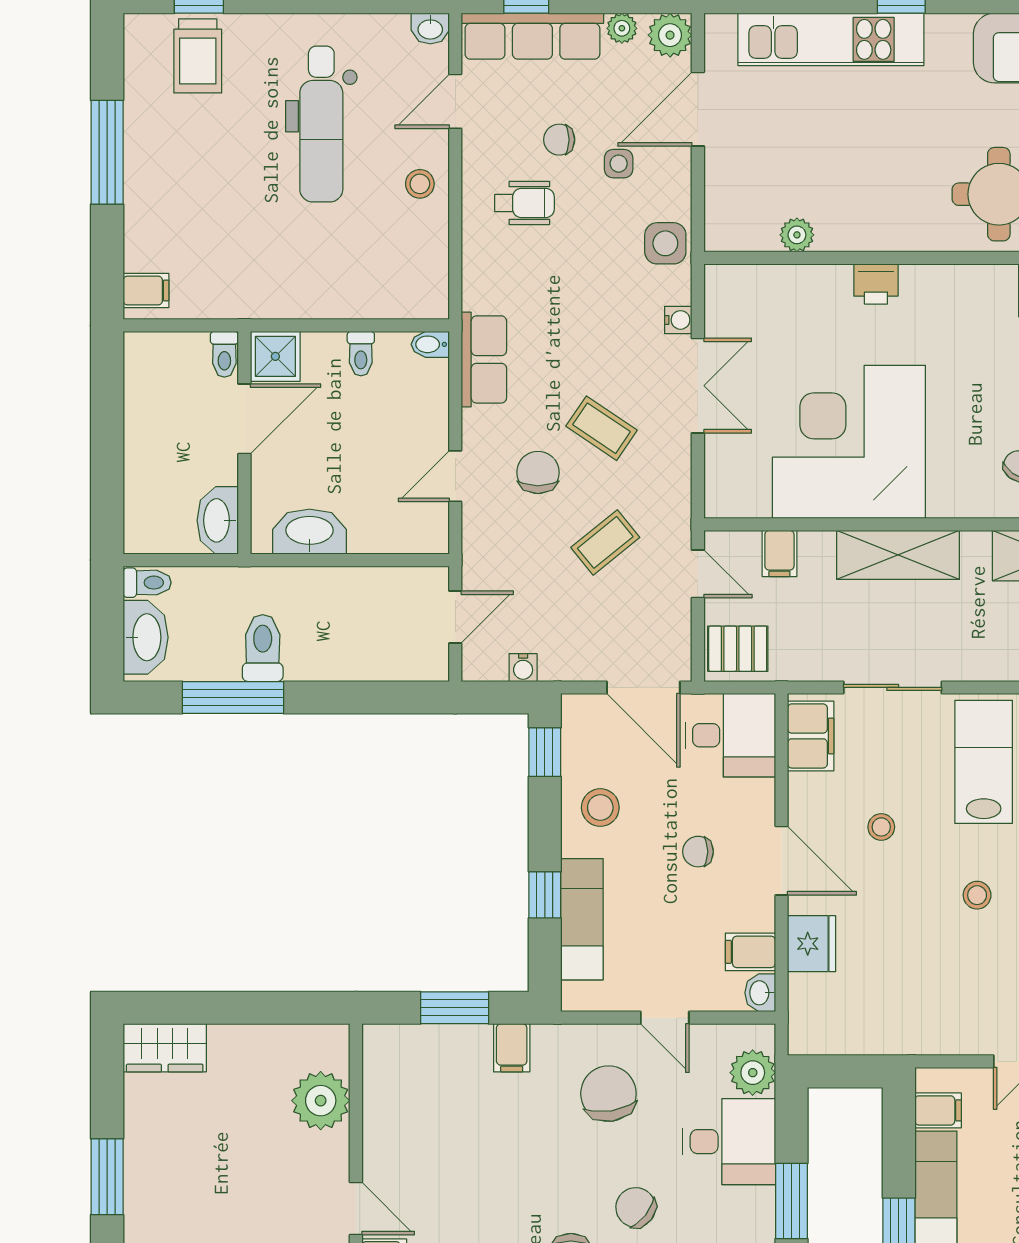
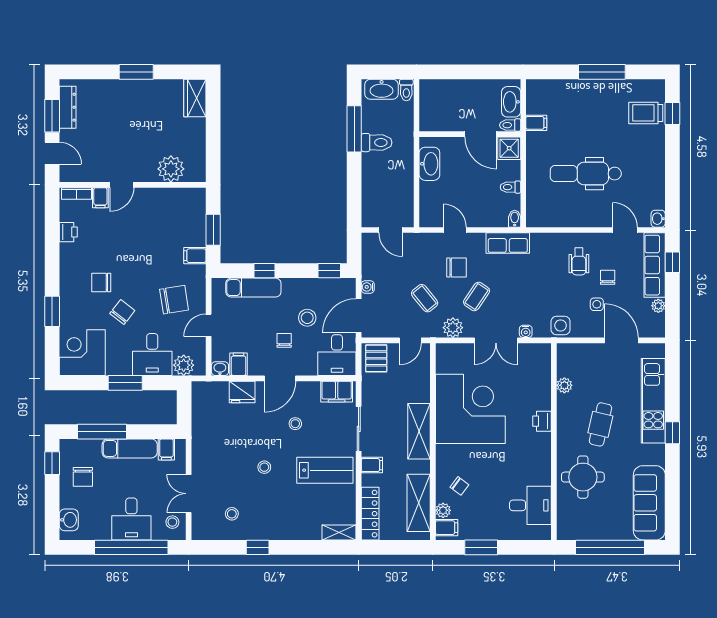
plant: (670, 35) -> (453, 328), moved
dental chair: (321, 124) -> (586, 174), moved
cafe table: (883, 155) -> (600, 424), added
stool: (420, 184) -> (588, 214), removed
filing cabinet: (146, 291) -> (536, 123), moved, turned -90
washbasin: (218, 520) -> (511, 102), moved, turned -90
filing cabinet: (779, 553) -> (372, 465), moved, turned 180
water cooler: (523, 668) -> (368, 287), moved
stool: (600, 808) -> (307, 318), moved

